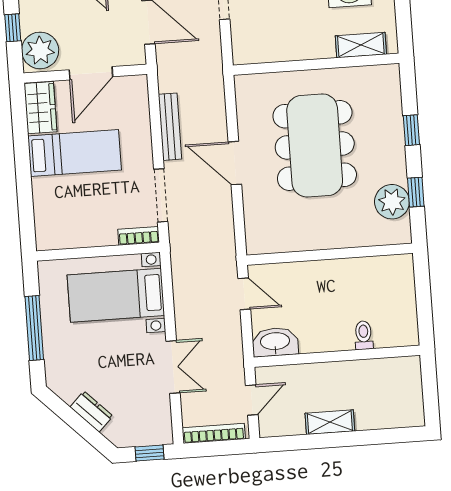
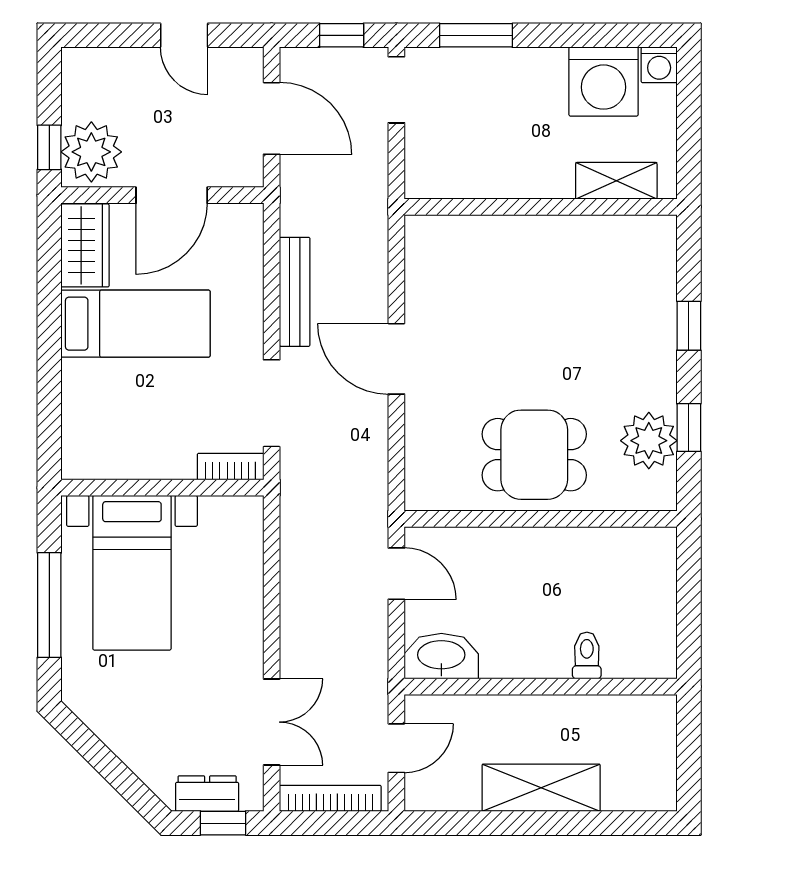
window: (13, 28) -> (49, 147), moved
dining table: (315, 145) -> (534, 455), moved, width x0.53, depth x0.80
bed with nightstands: (116, 295) -> (132, 573), moved, turned -90
double door: (173, 367) -> (272, 722), moved
dresser: (91, 411) -> (207, 794), moved, turned -45
shelving: (330, 422) -> (541, 788), width x1.50, depth x1.33

